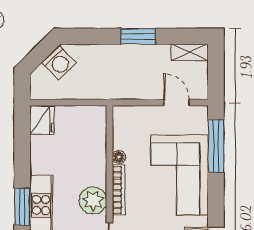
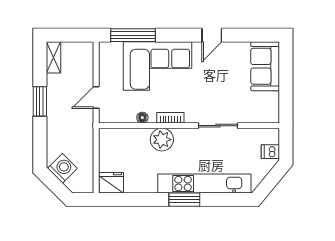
door: (176, 103) -> (96, 97), moved
bookcase: (119, 190) -> (170, 118), width x0.64
plant: (93, 200) -> (162, 140), moved

